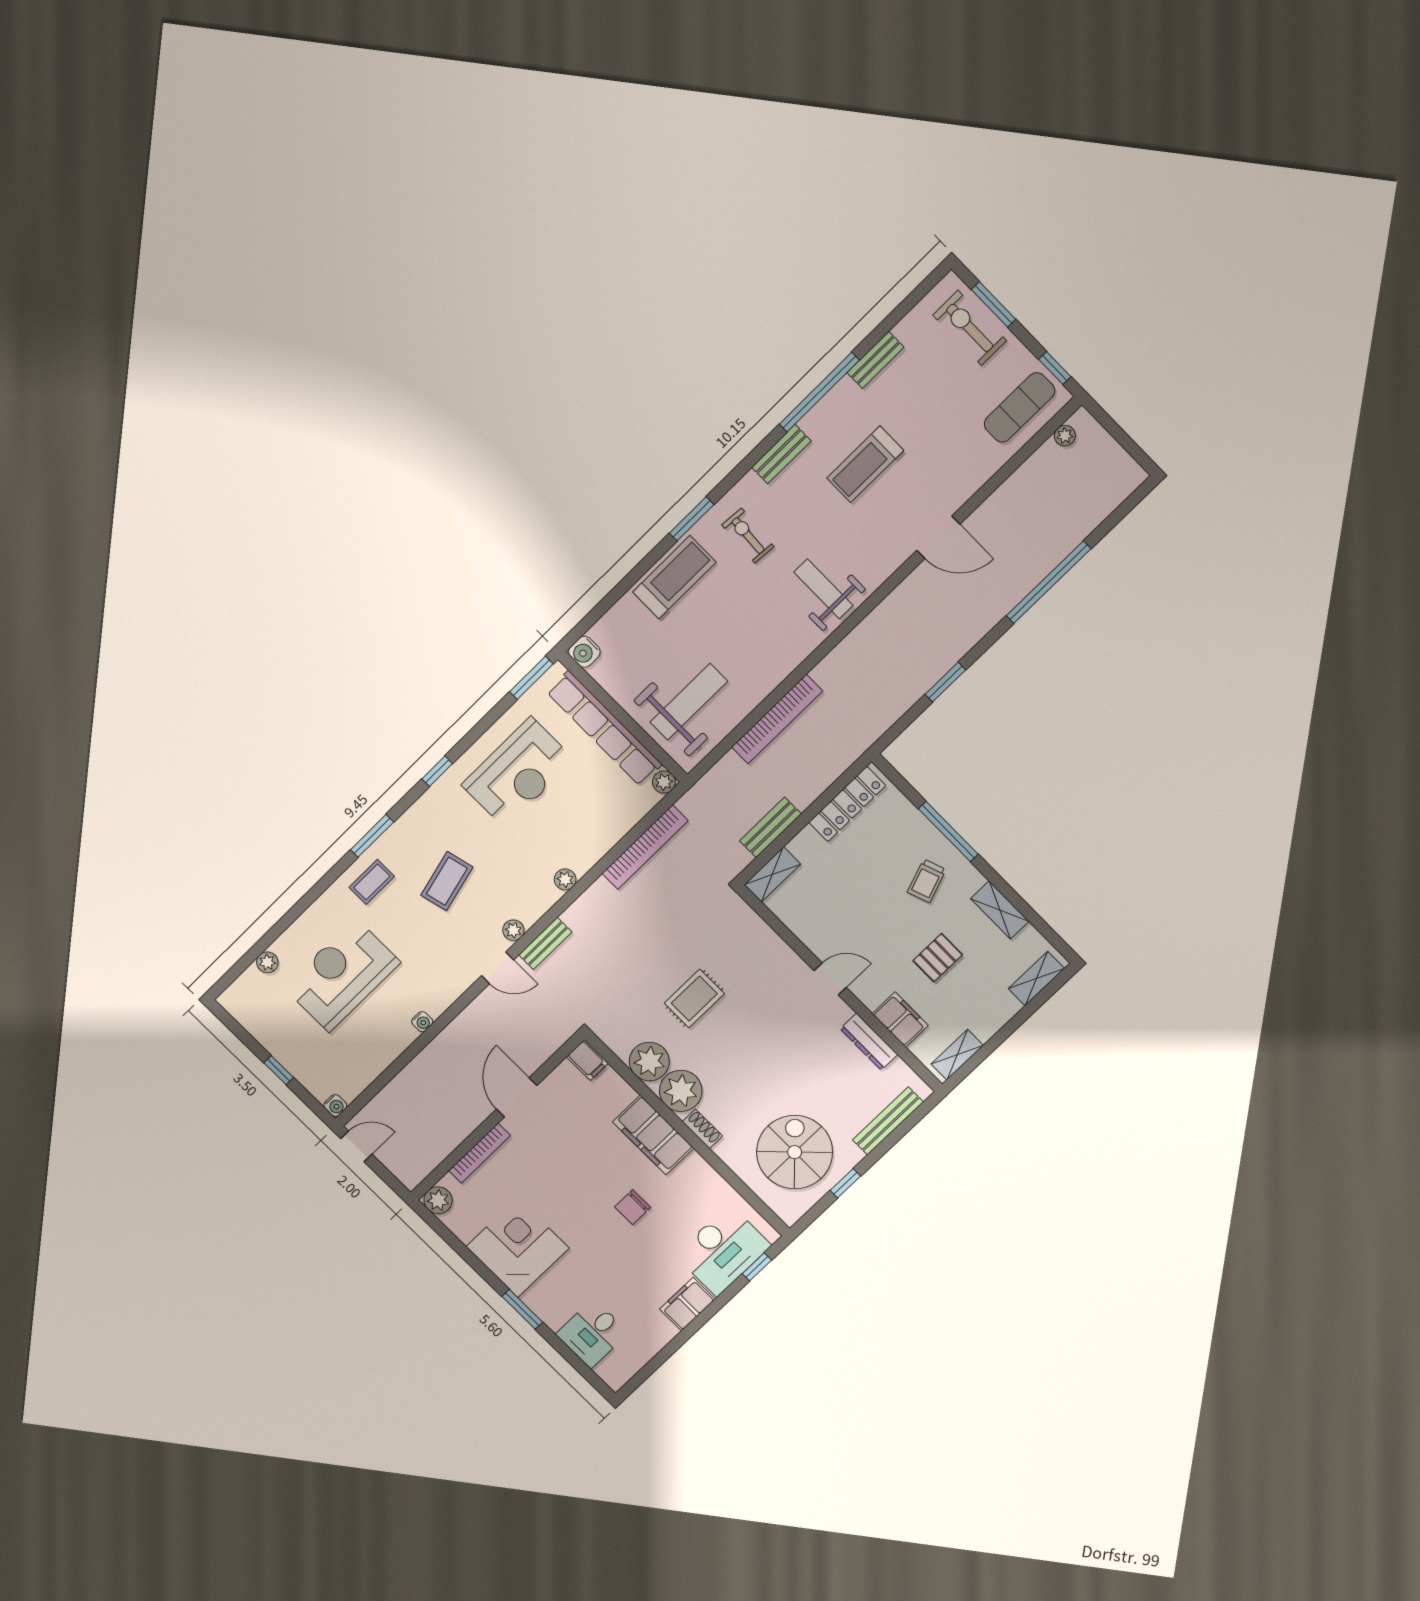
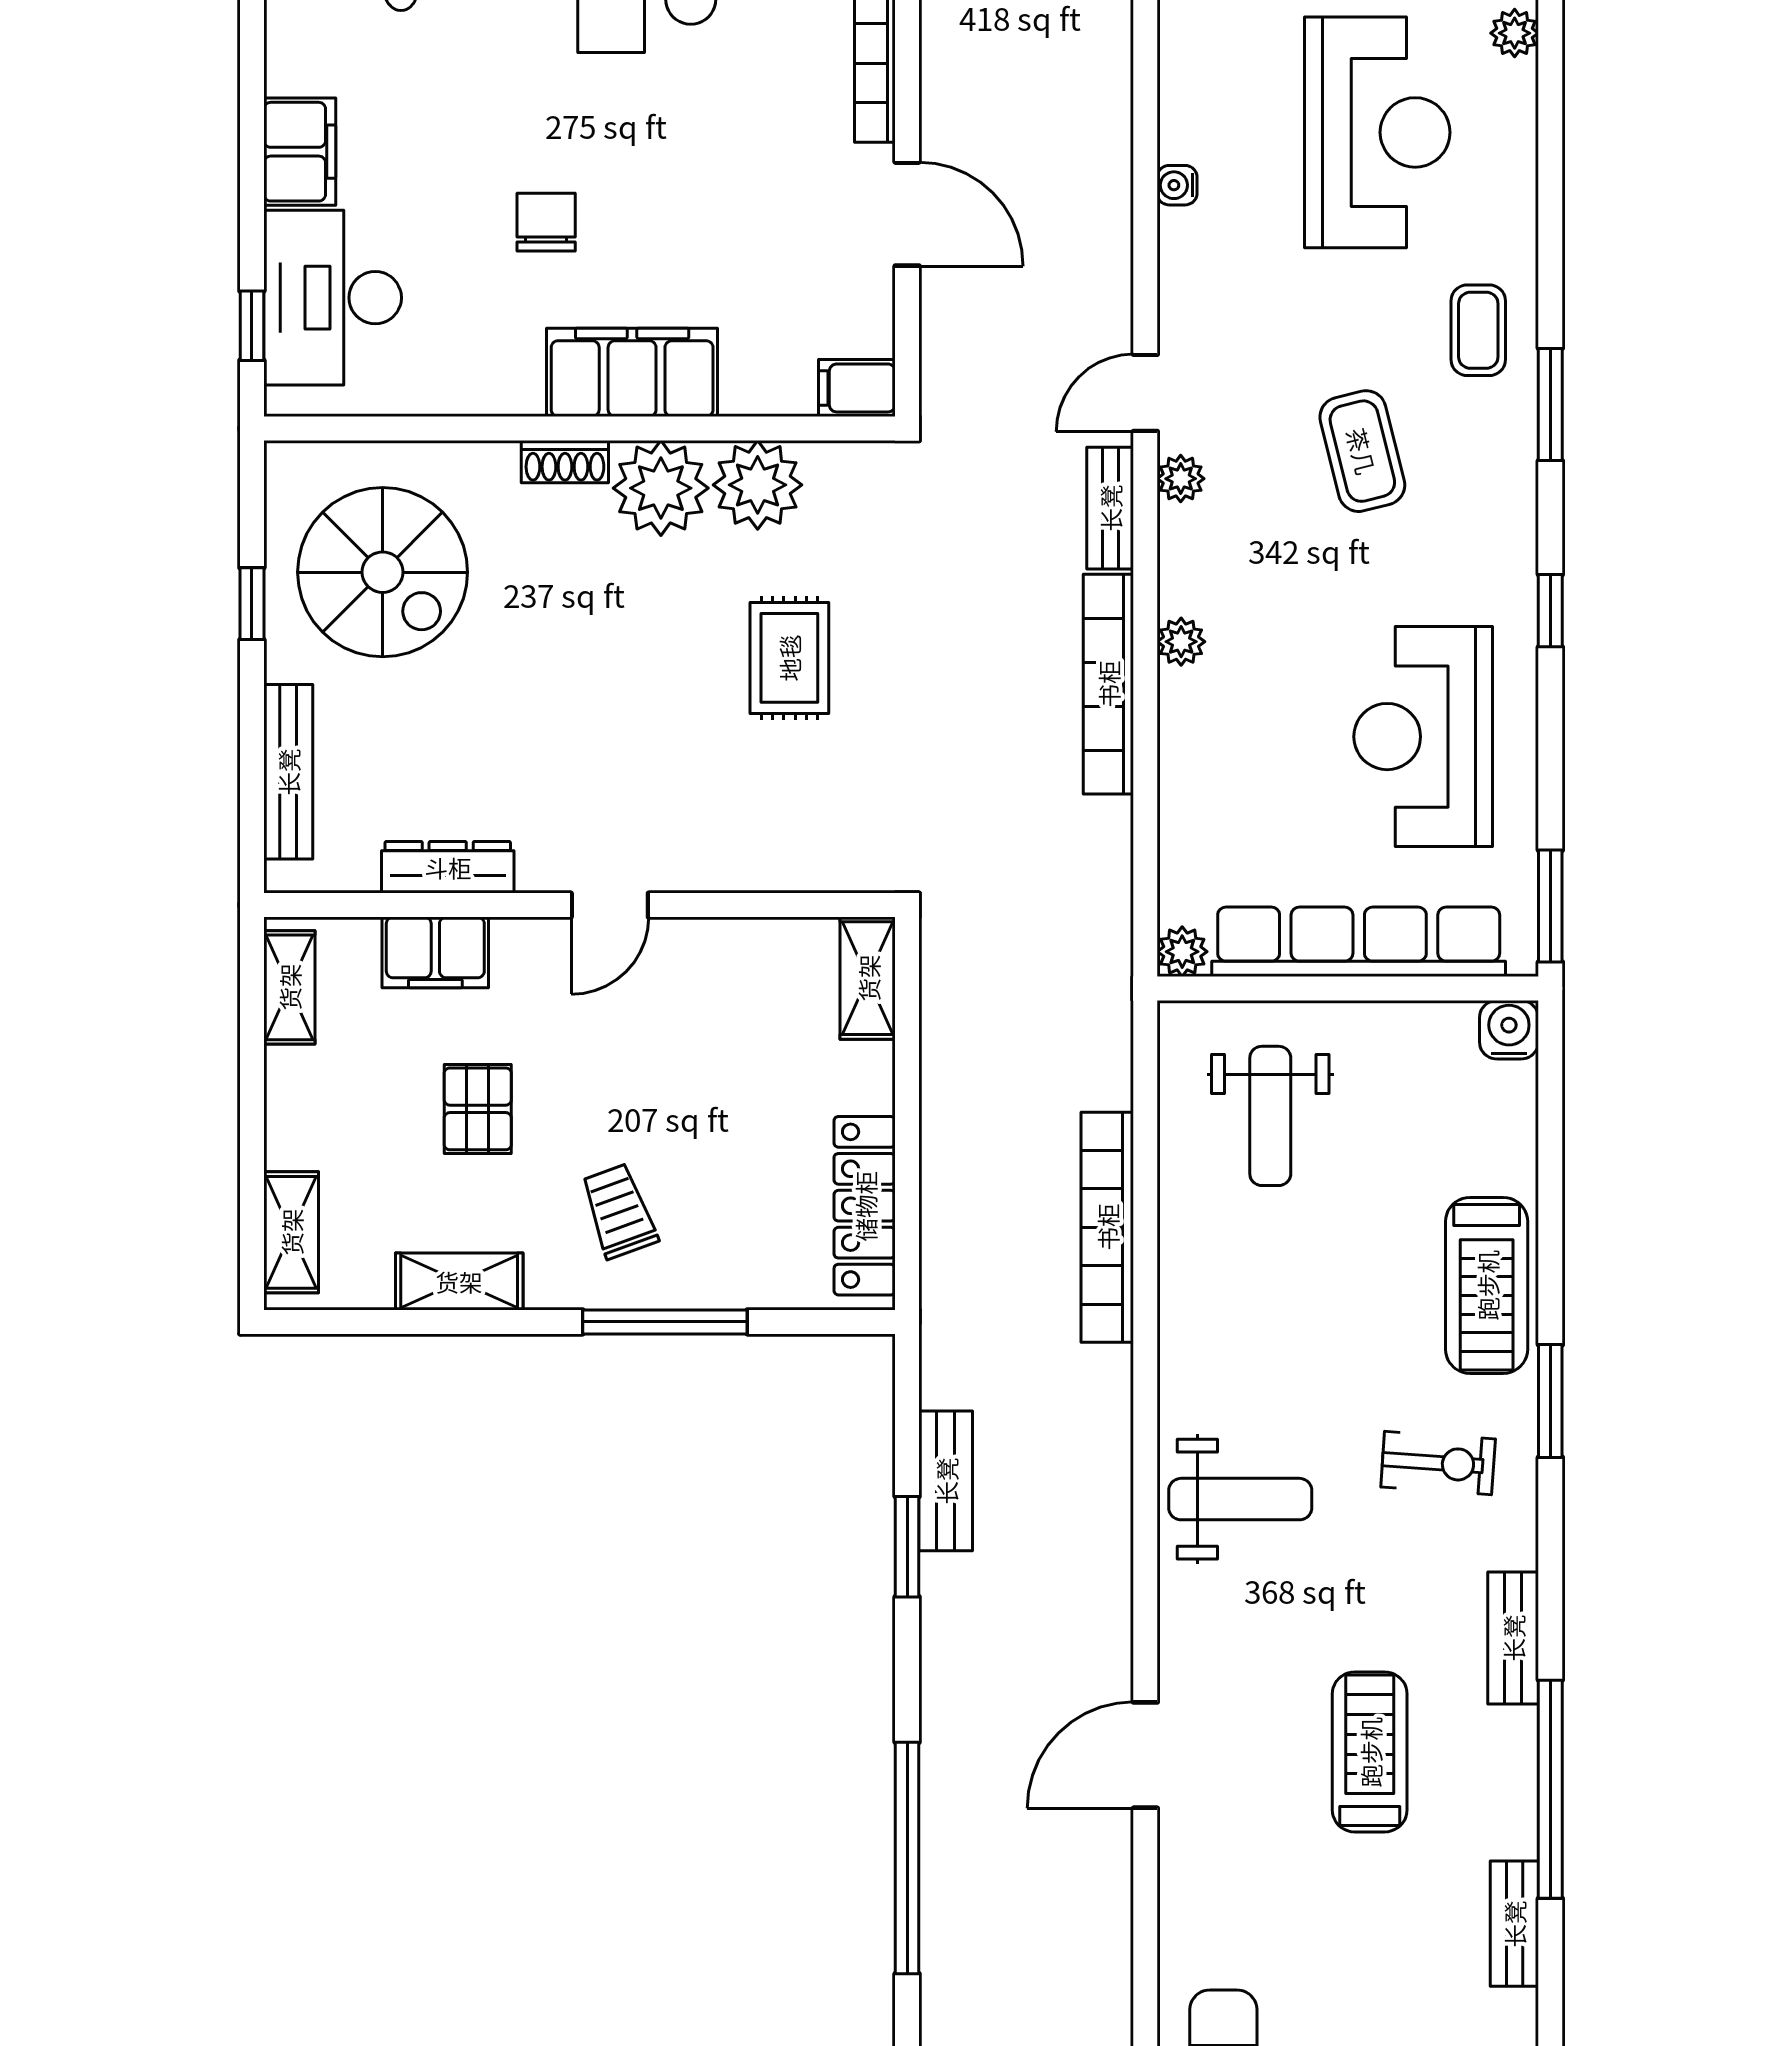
weight bench: (689, 702) -> (1270, 1116), width x0.73, depth x0.75
bench: (770, 827) -> (946, 1481), moved
bookcase: (645, 847) -> (1108, 684), moved

